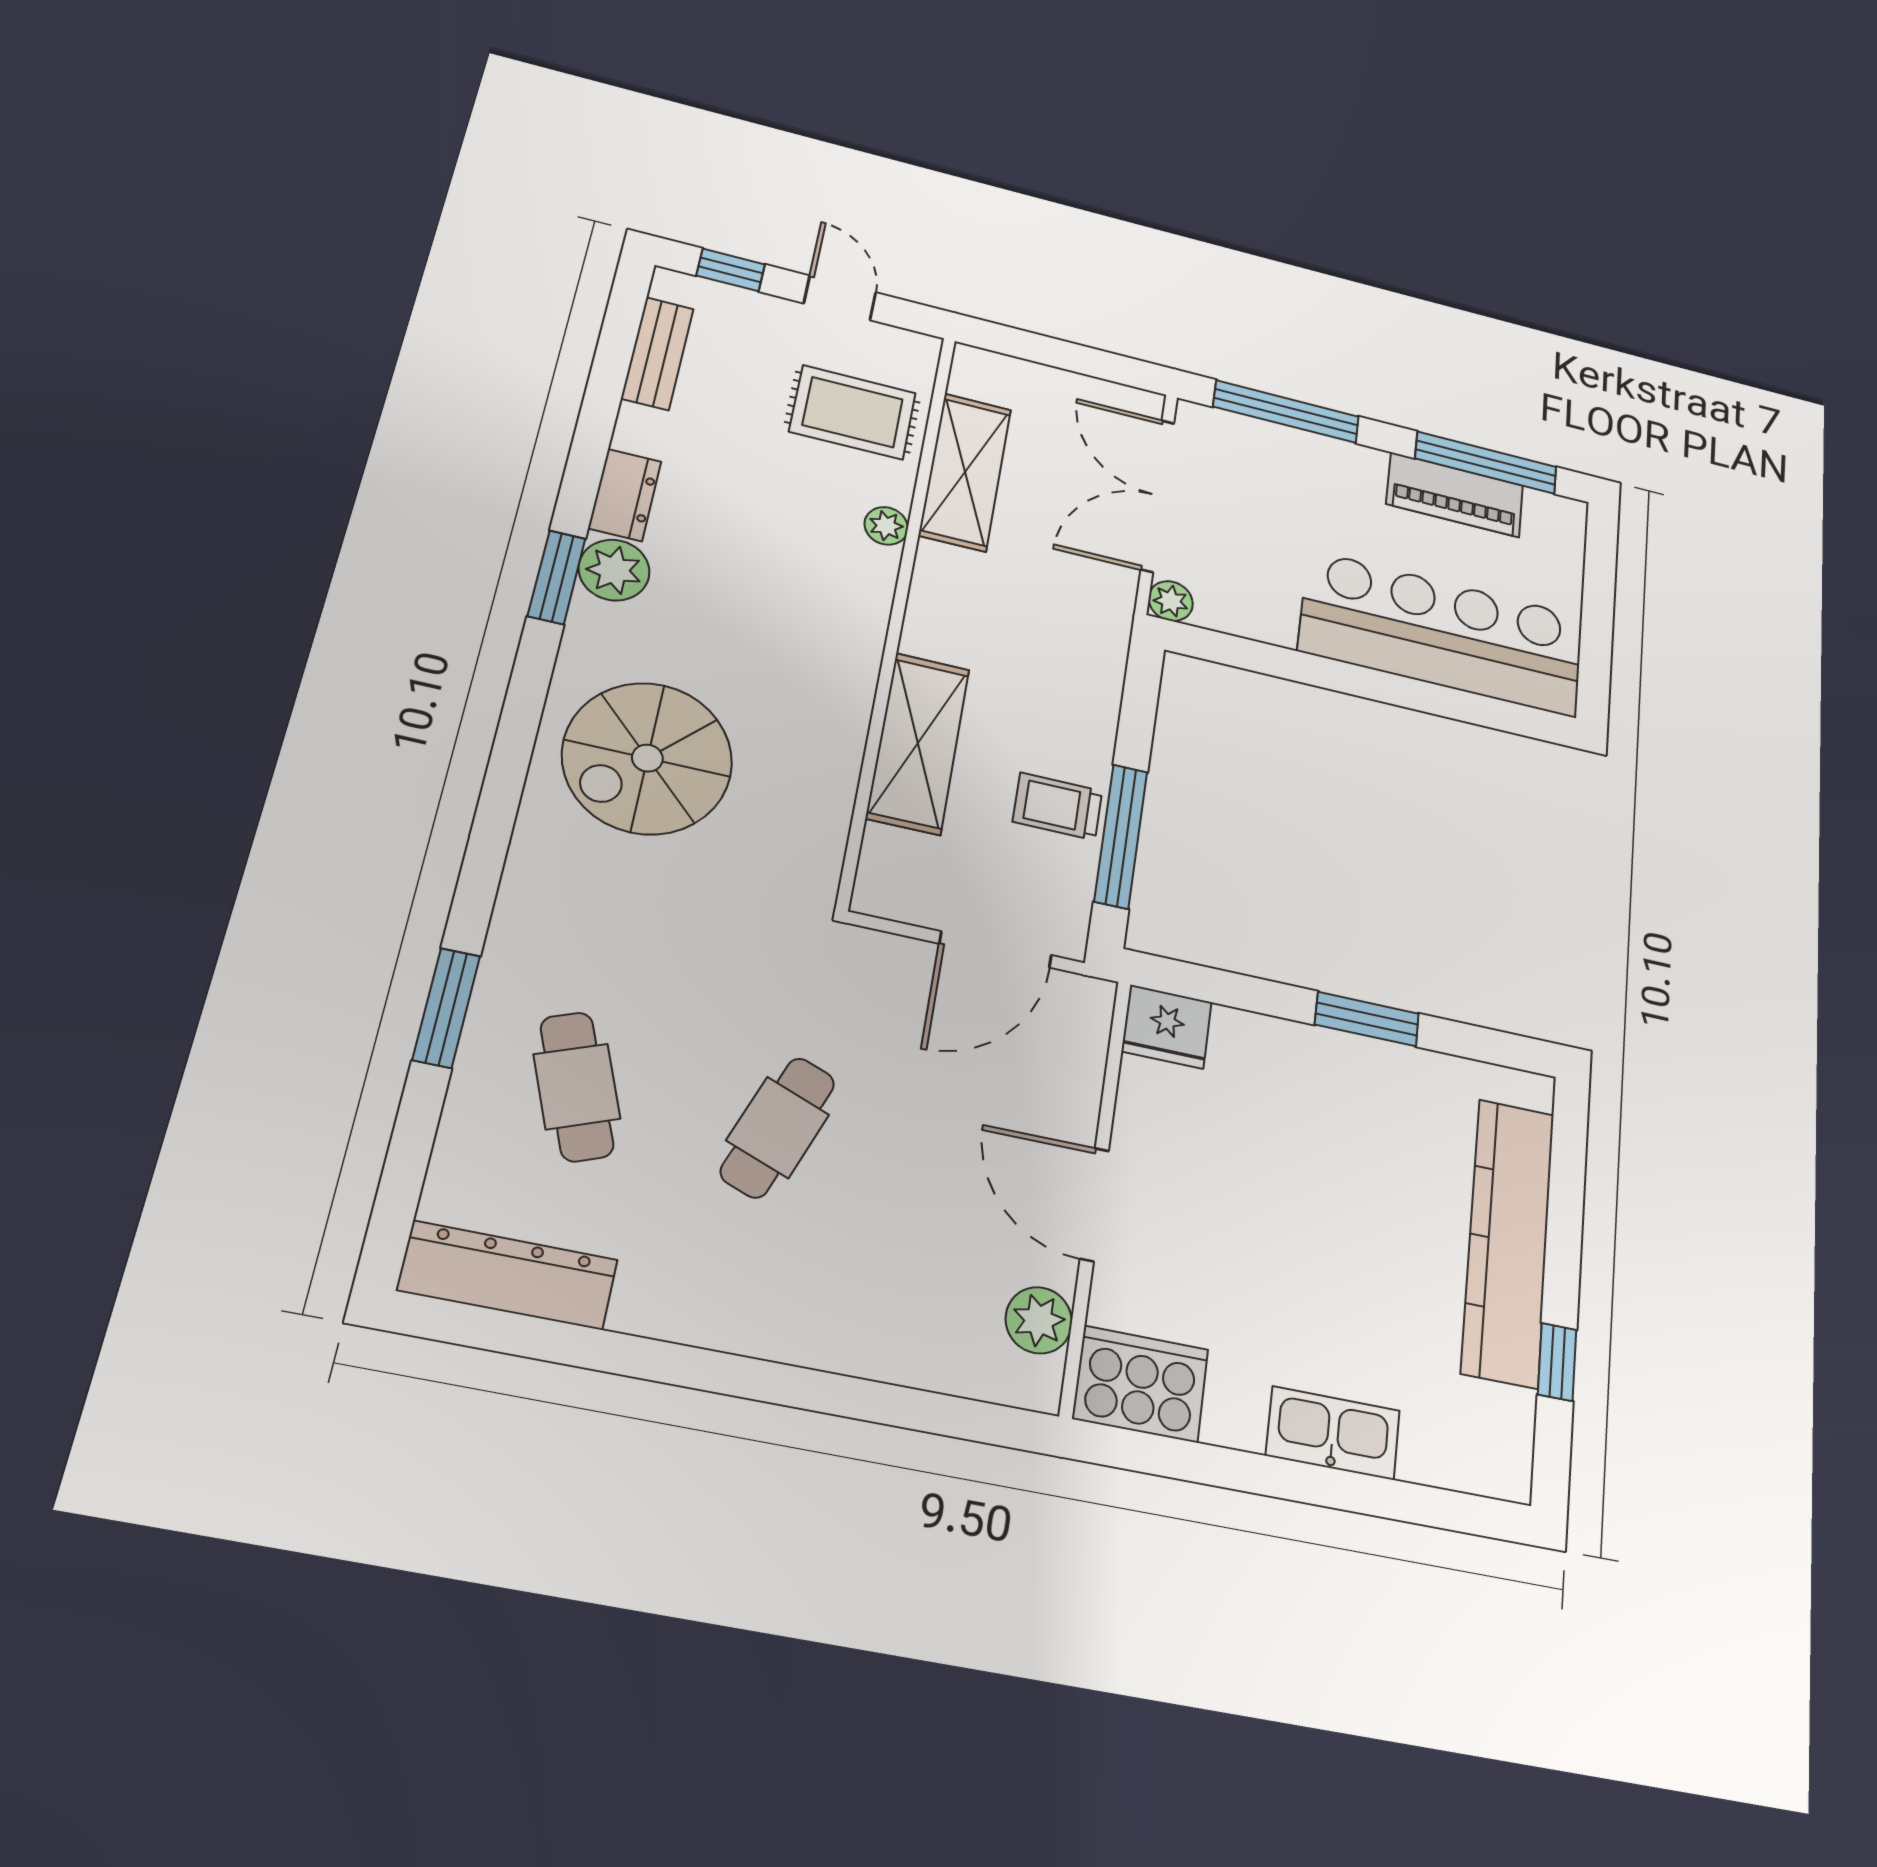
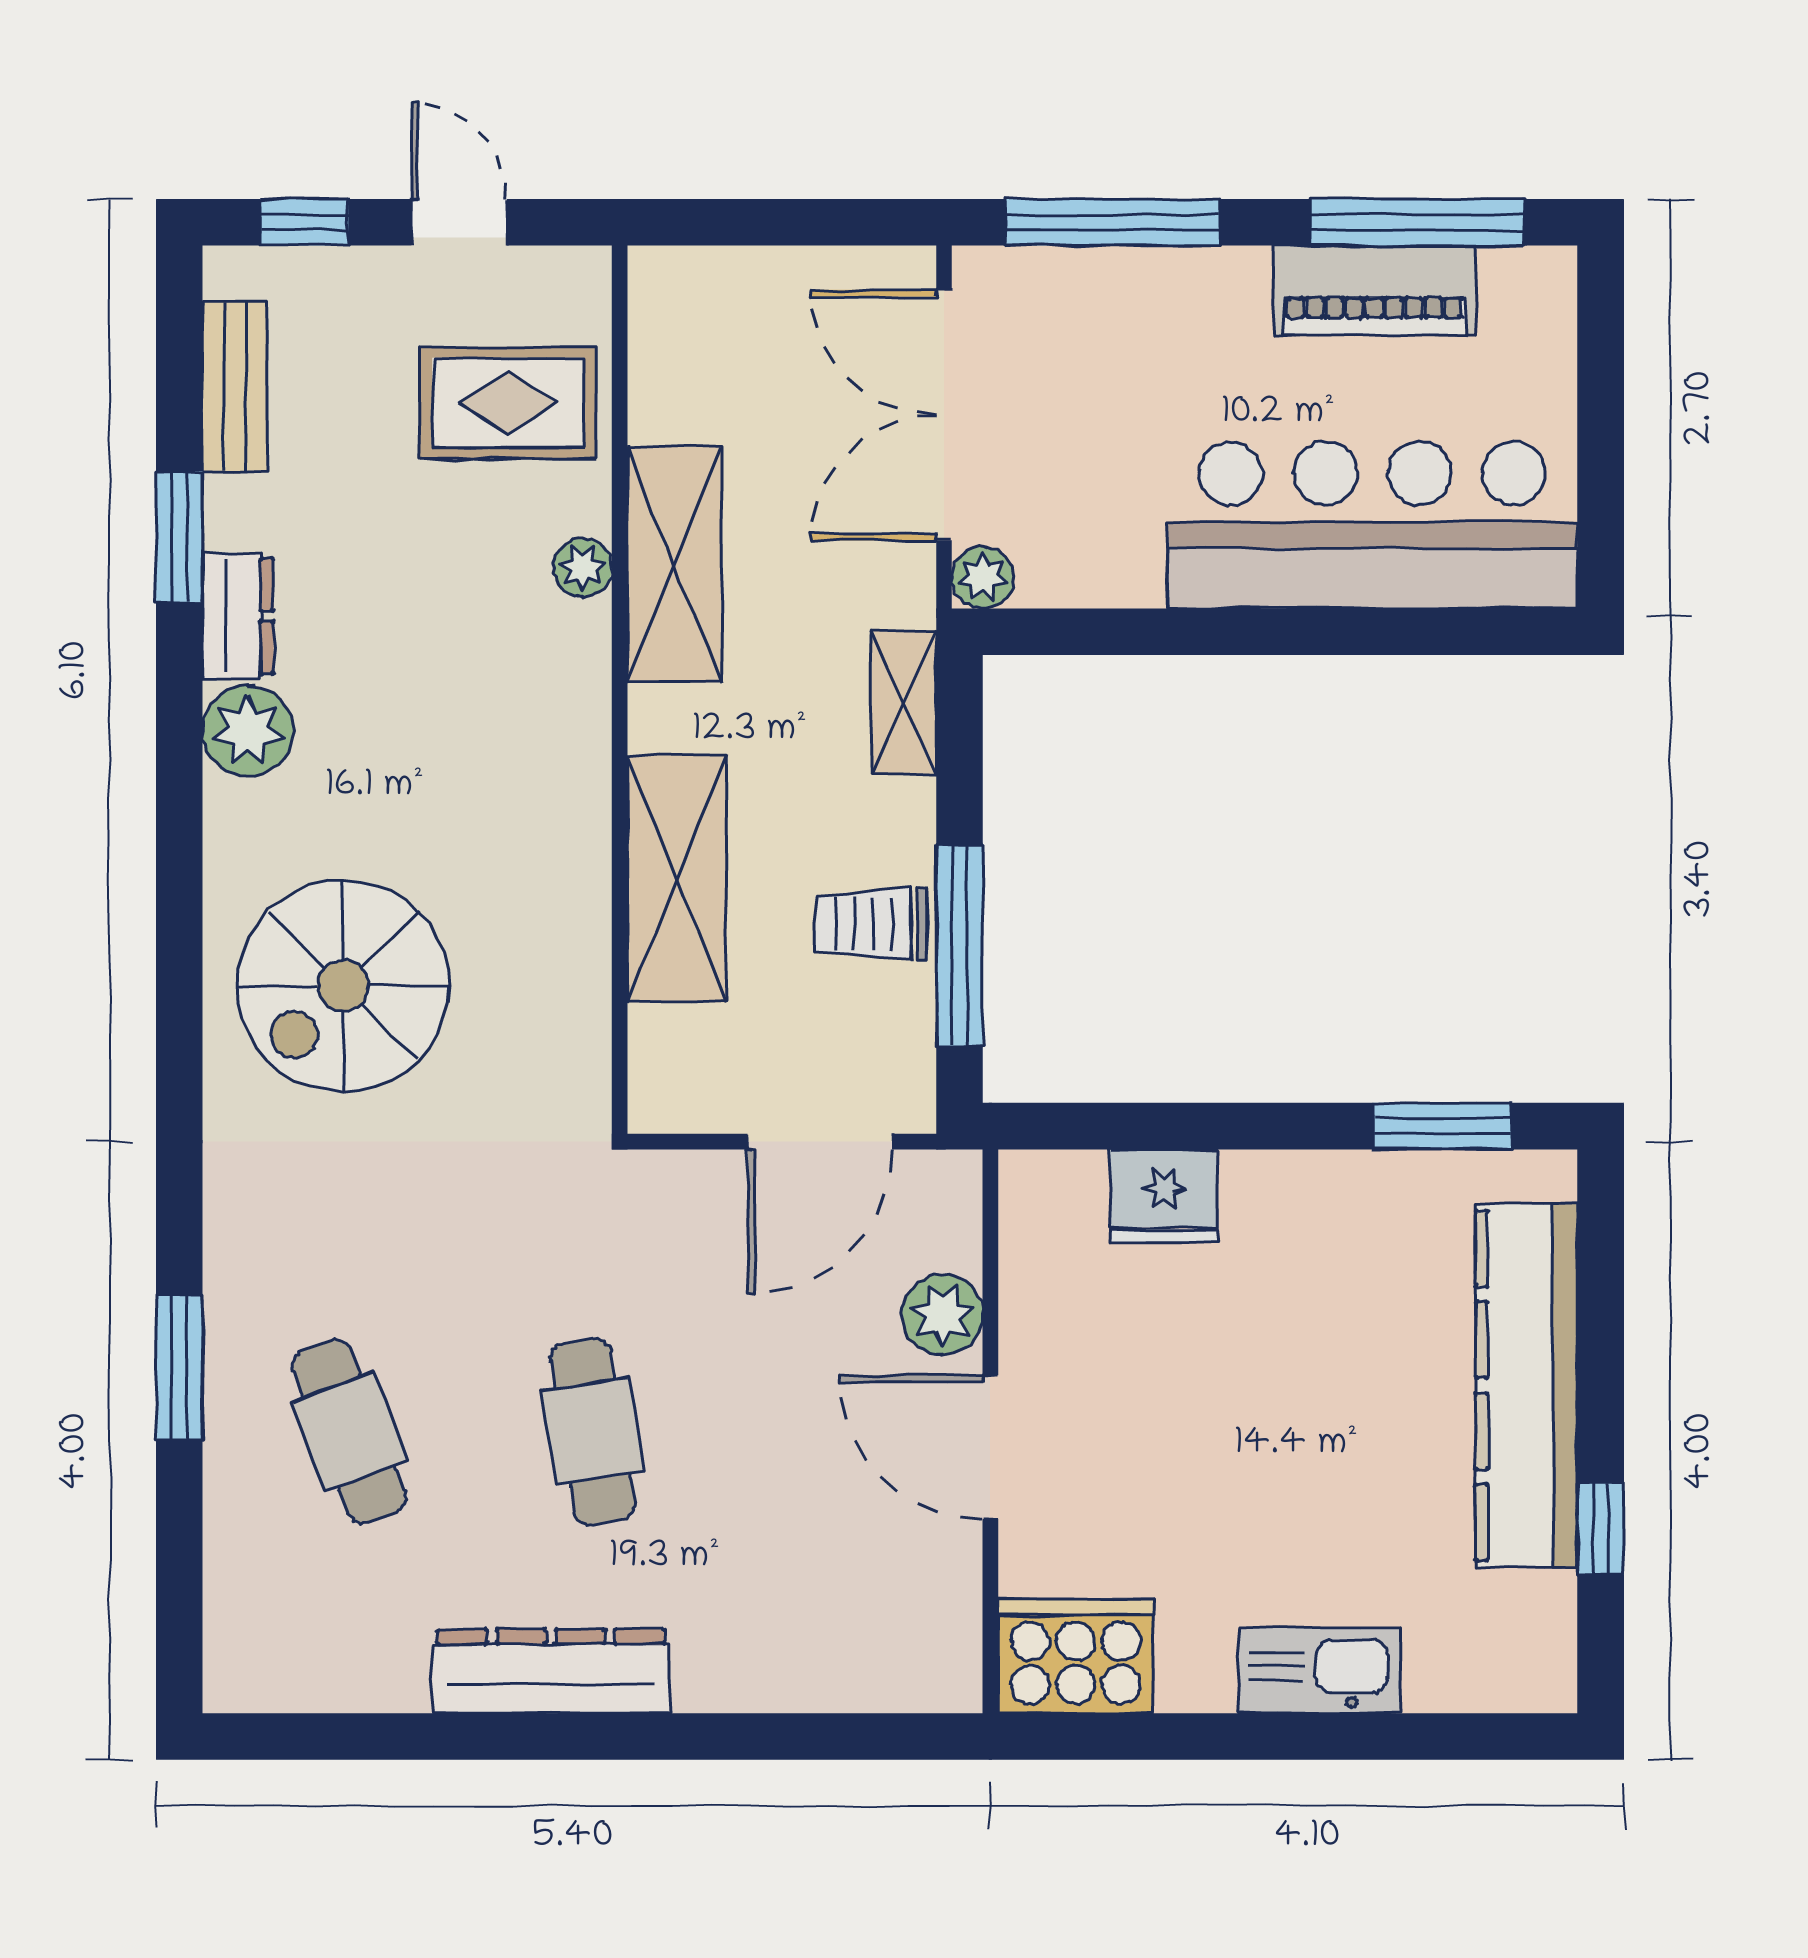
shelving: (965, 472) -> (674, 564), moved
window: (557, 577) -> (179, 537), moved
shelving: (1104, 666) -> (904, 702), added
window: (1367, 1019) -> (1442, 1126), moved
fridge: (1167, 1027) -> (1164, 1196), moved
cafe table: (778, 1127) -> (593, 1431), turned -30
dresser: (508, 1275) -> (551, 1671), moved
plant: (1039, 1320) -> (942, 1315), moved

